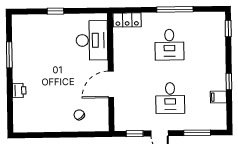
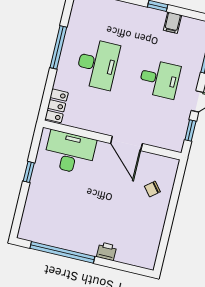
window: (55, 11) -> (29, 172), moved
desk: (169, 45) -> (98, 64), width x1.37
window: (9, 55) -> (62, 252), width x2.11

